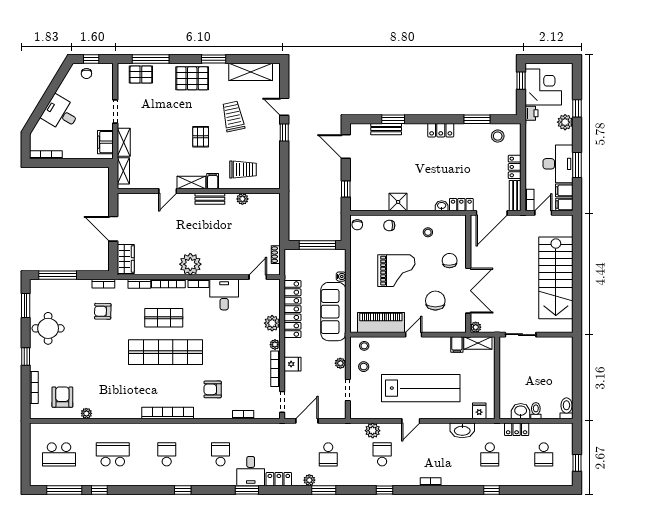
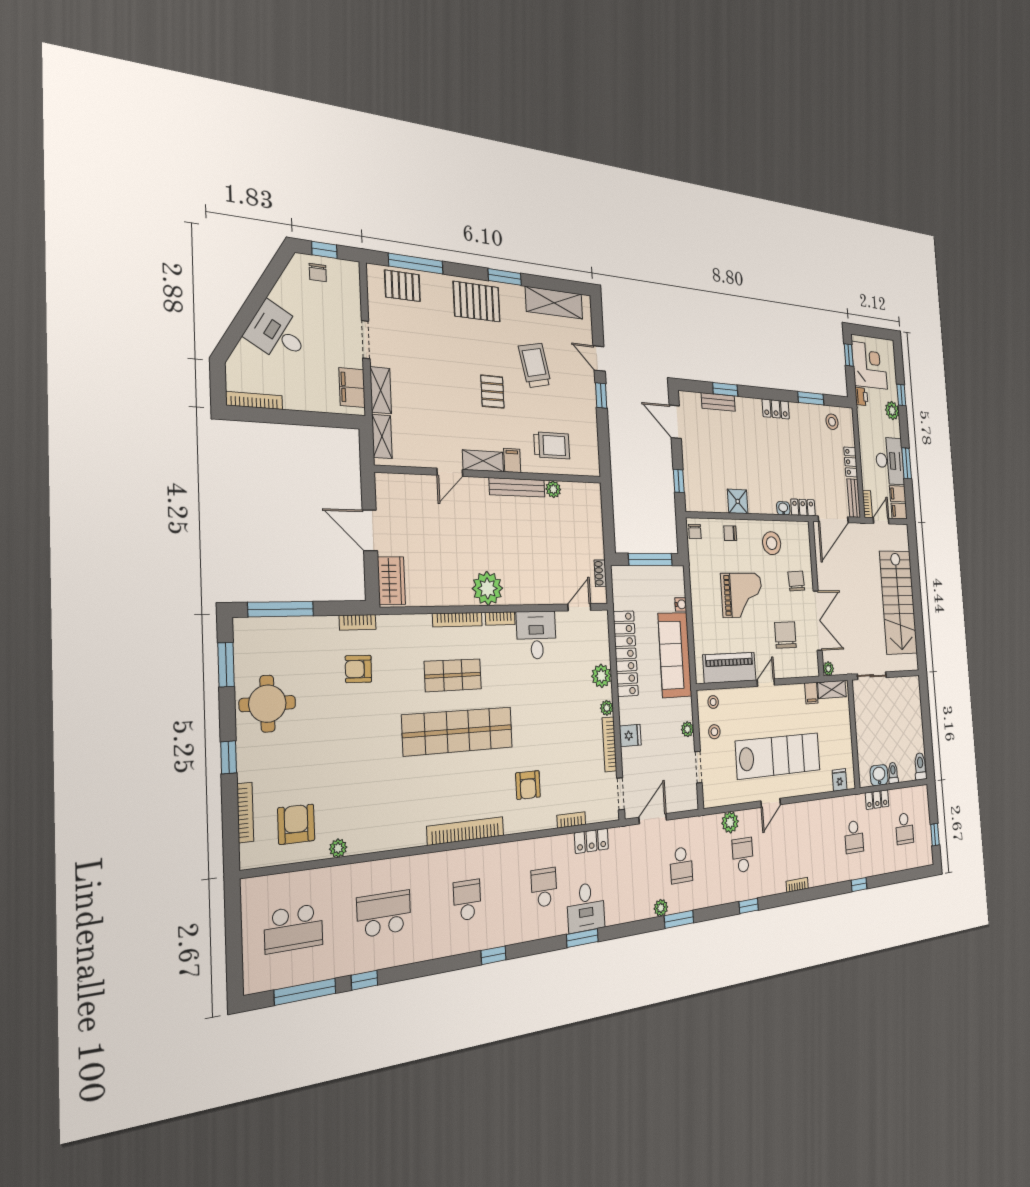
bench: (210, 199) -> (517, 487), width x1.36
stool: (428, 232) -> (772, 543), width x1.89, depth x1.89
bookcase: (139, 284) -> (414, 621), removed
armchair: (213, 389) -> (528, 785), turned -90
washbasin: (462, 430) -> (825, 809), removed
locker: (279, 479) -> (591, 841), moved, turned 180

